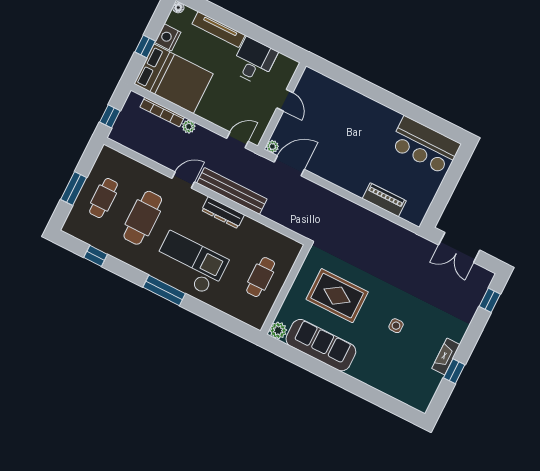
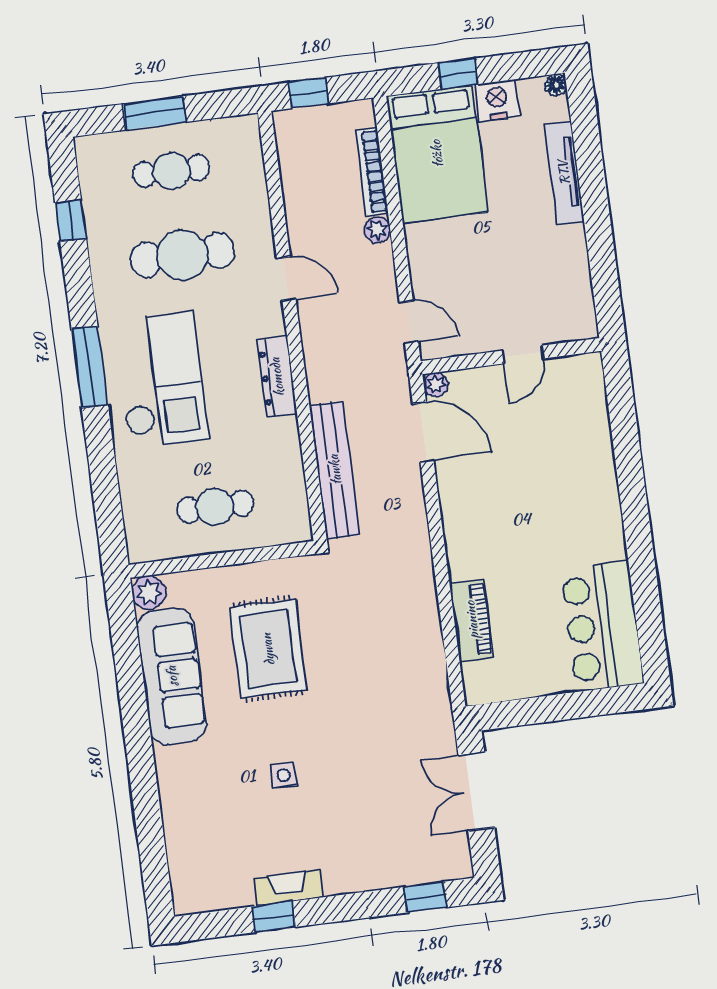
desk: (254, 61) -> (552, 263), removed
bench: (232, 191) -> (335, 470), moved

